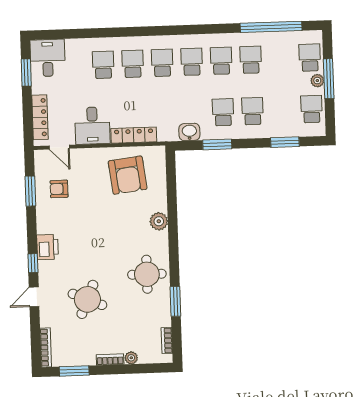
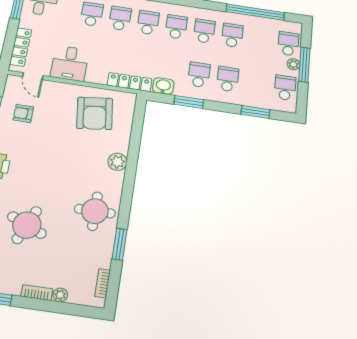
locker: (134, 135) -> (130, 82), moved

